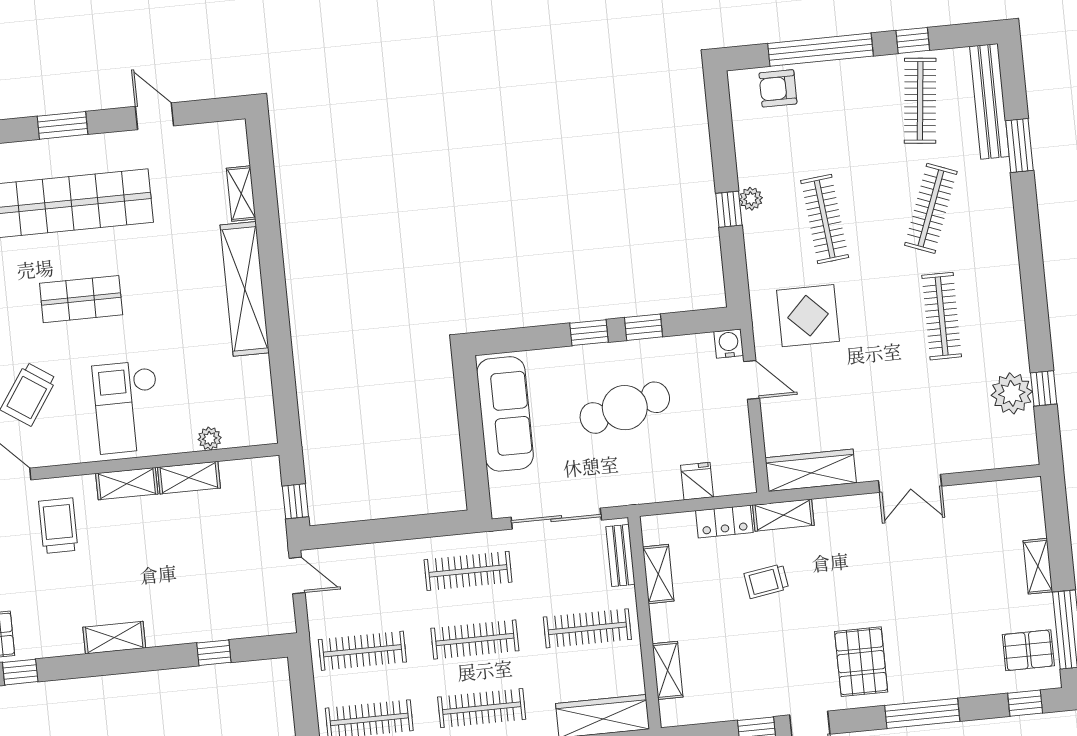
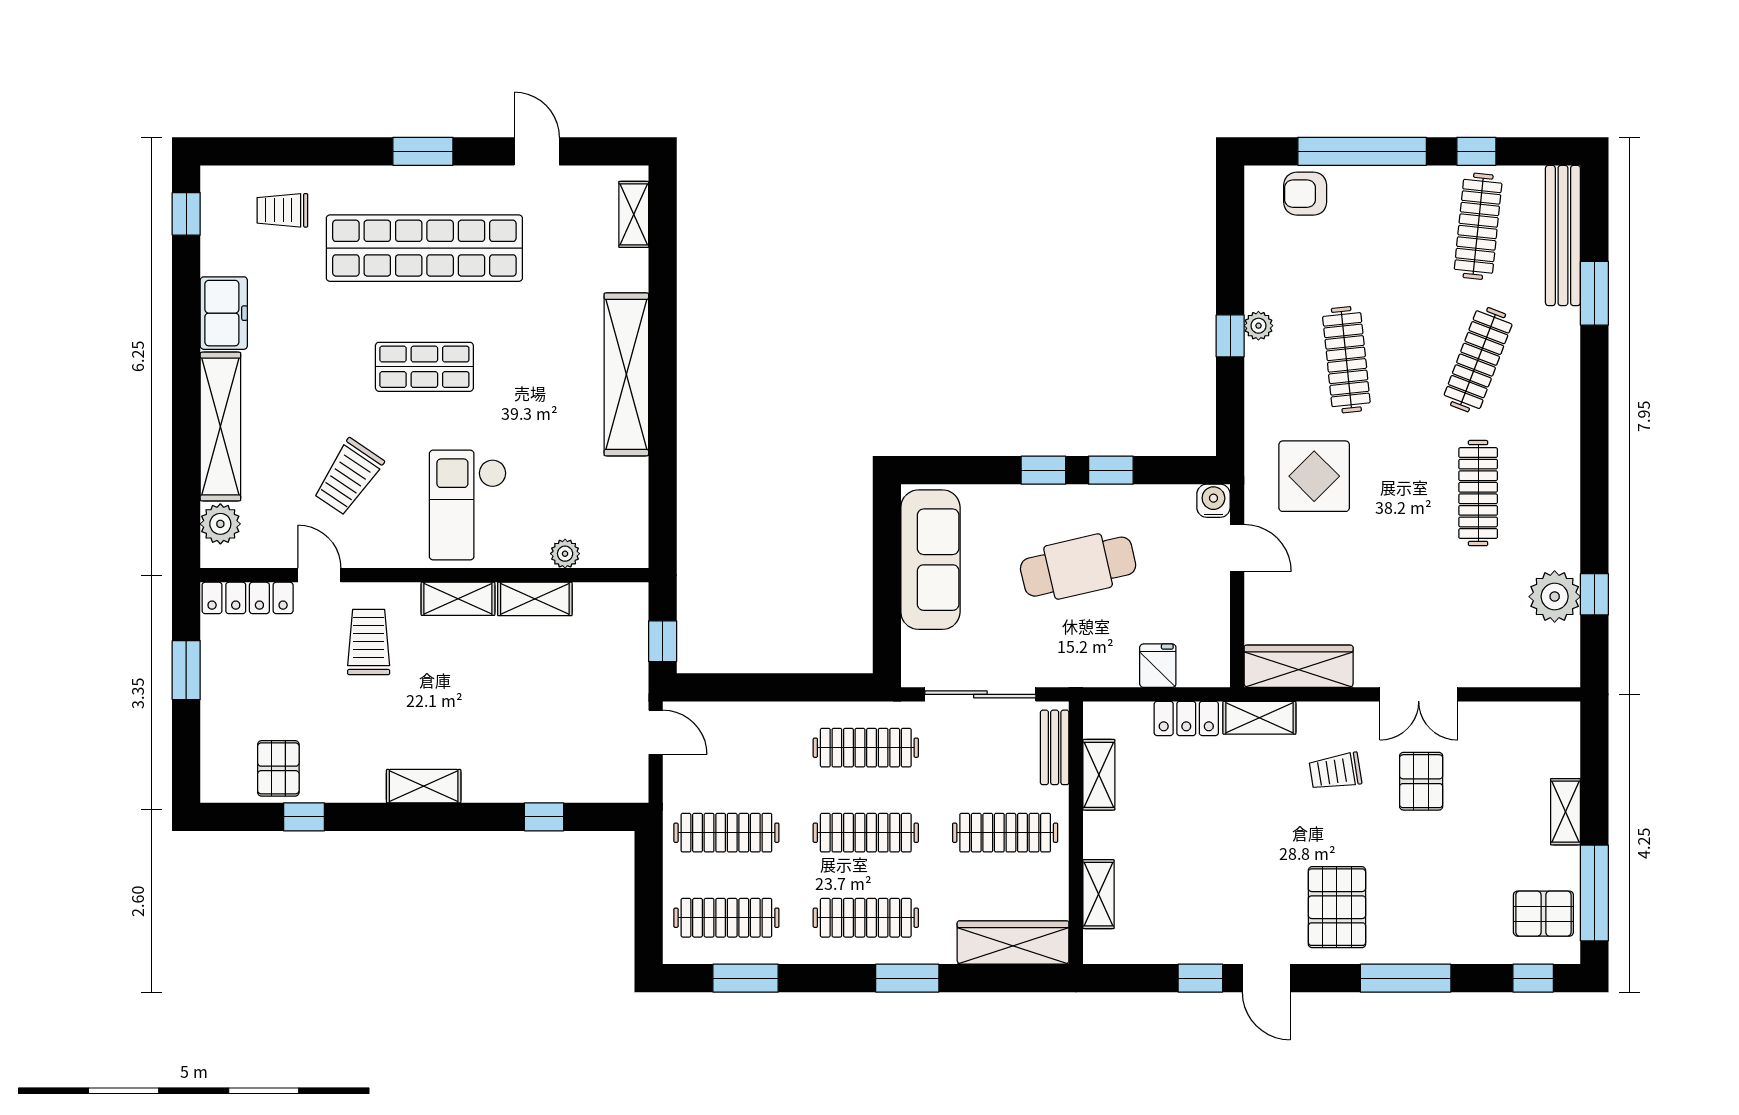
shelving: (241, 194) -> (634, 214), moved
pallet: (919, 553) -> (1421, 781), added
trolley: (766, 581) -> (1335, 771), moved

